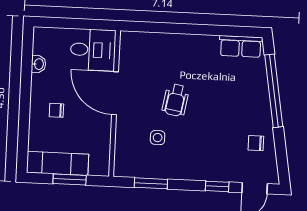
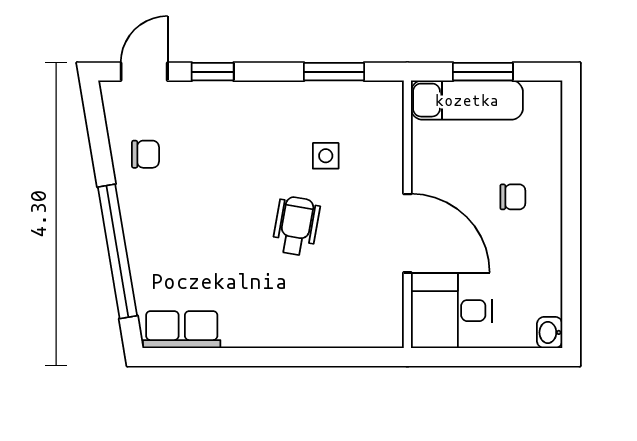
washbasin: (39, 64) -> (550, 332), moved
exam couch: (58, 163) -> (467, 100), moved

